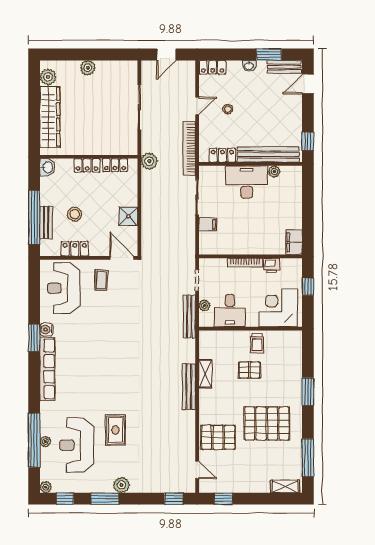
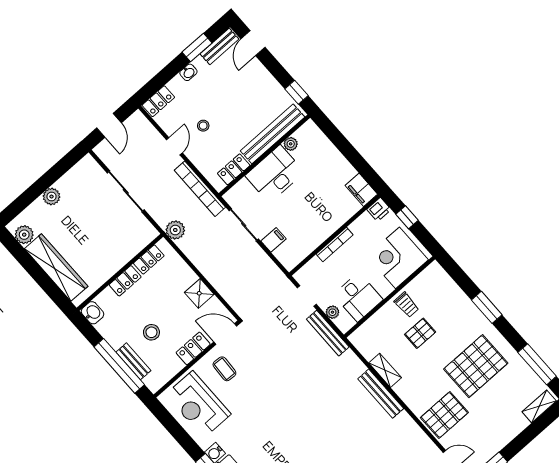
locker: (75, 249) -> (193, 348), moved
printer: (272, 265) -> (379, 210), moved

